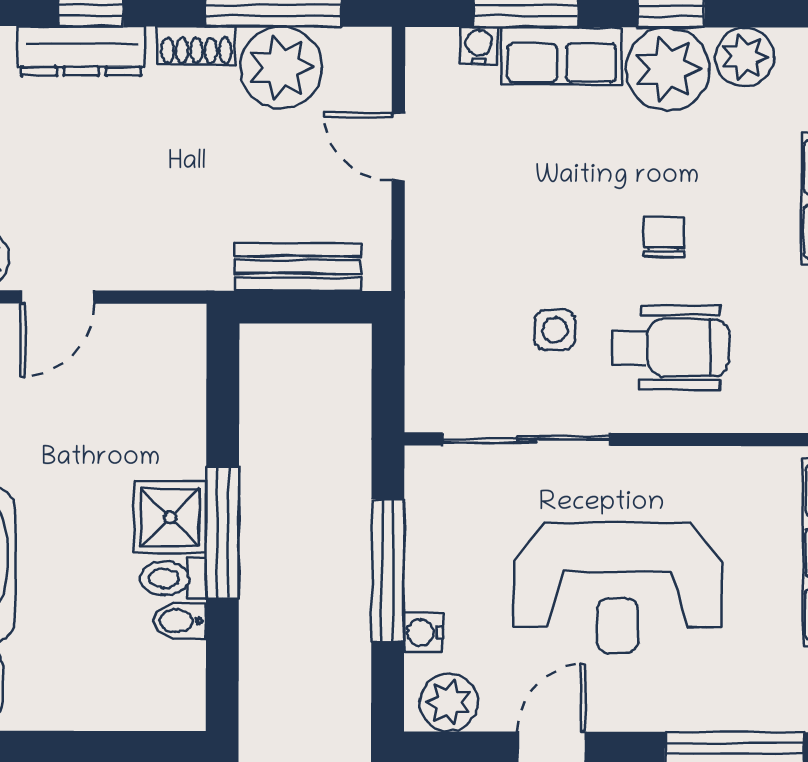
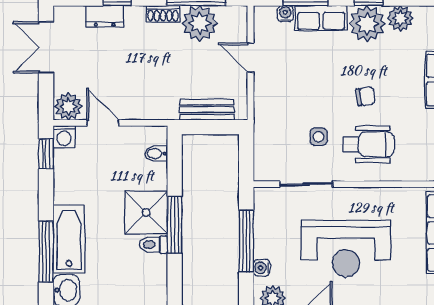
dresser: (81, 51) -> (105, 16), width x0.70
chair: (664, 237) -> (366, 96), turned 82
door: (57, 297) -> (103, 123), swing flipped
sliding door: (526, 439) -> (306, 184), width x0.73
shower: (170, 517) -> (146, 213), width x1.36, depth x1.36
bidet: (180, 621) -> (156, 154), moved

